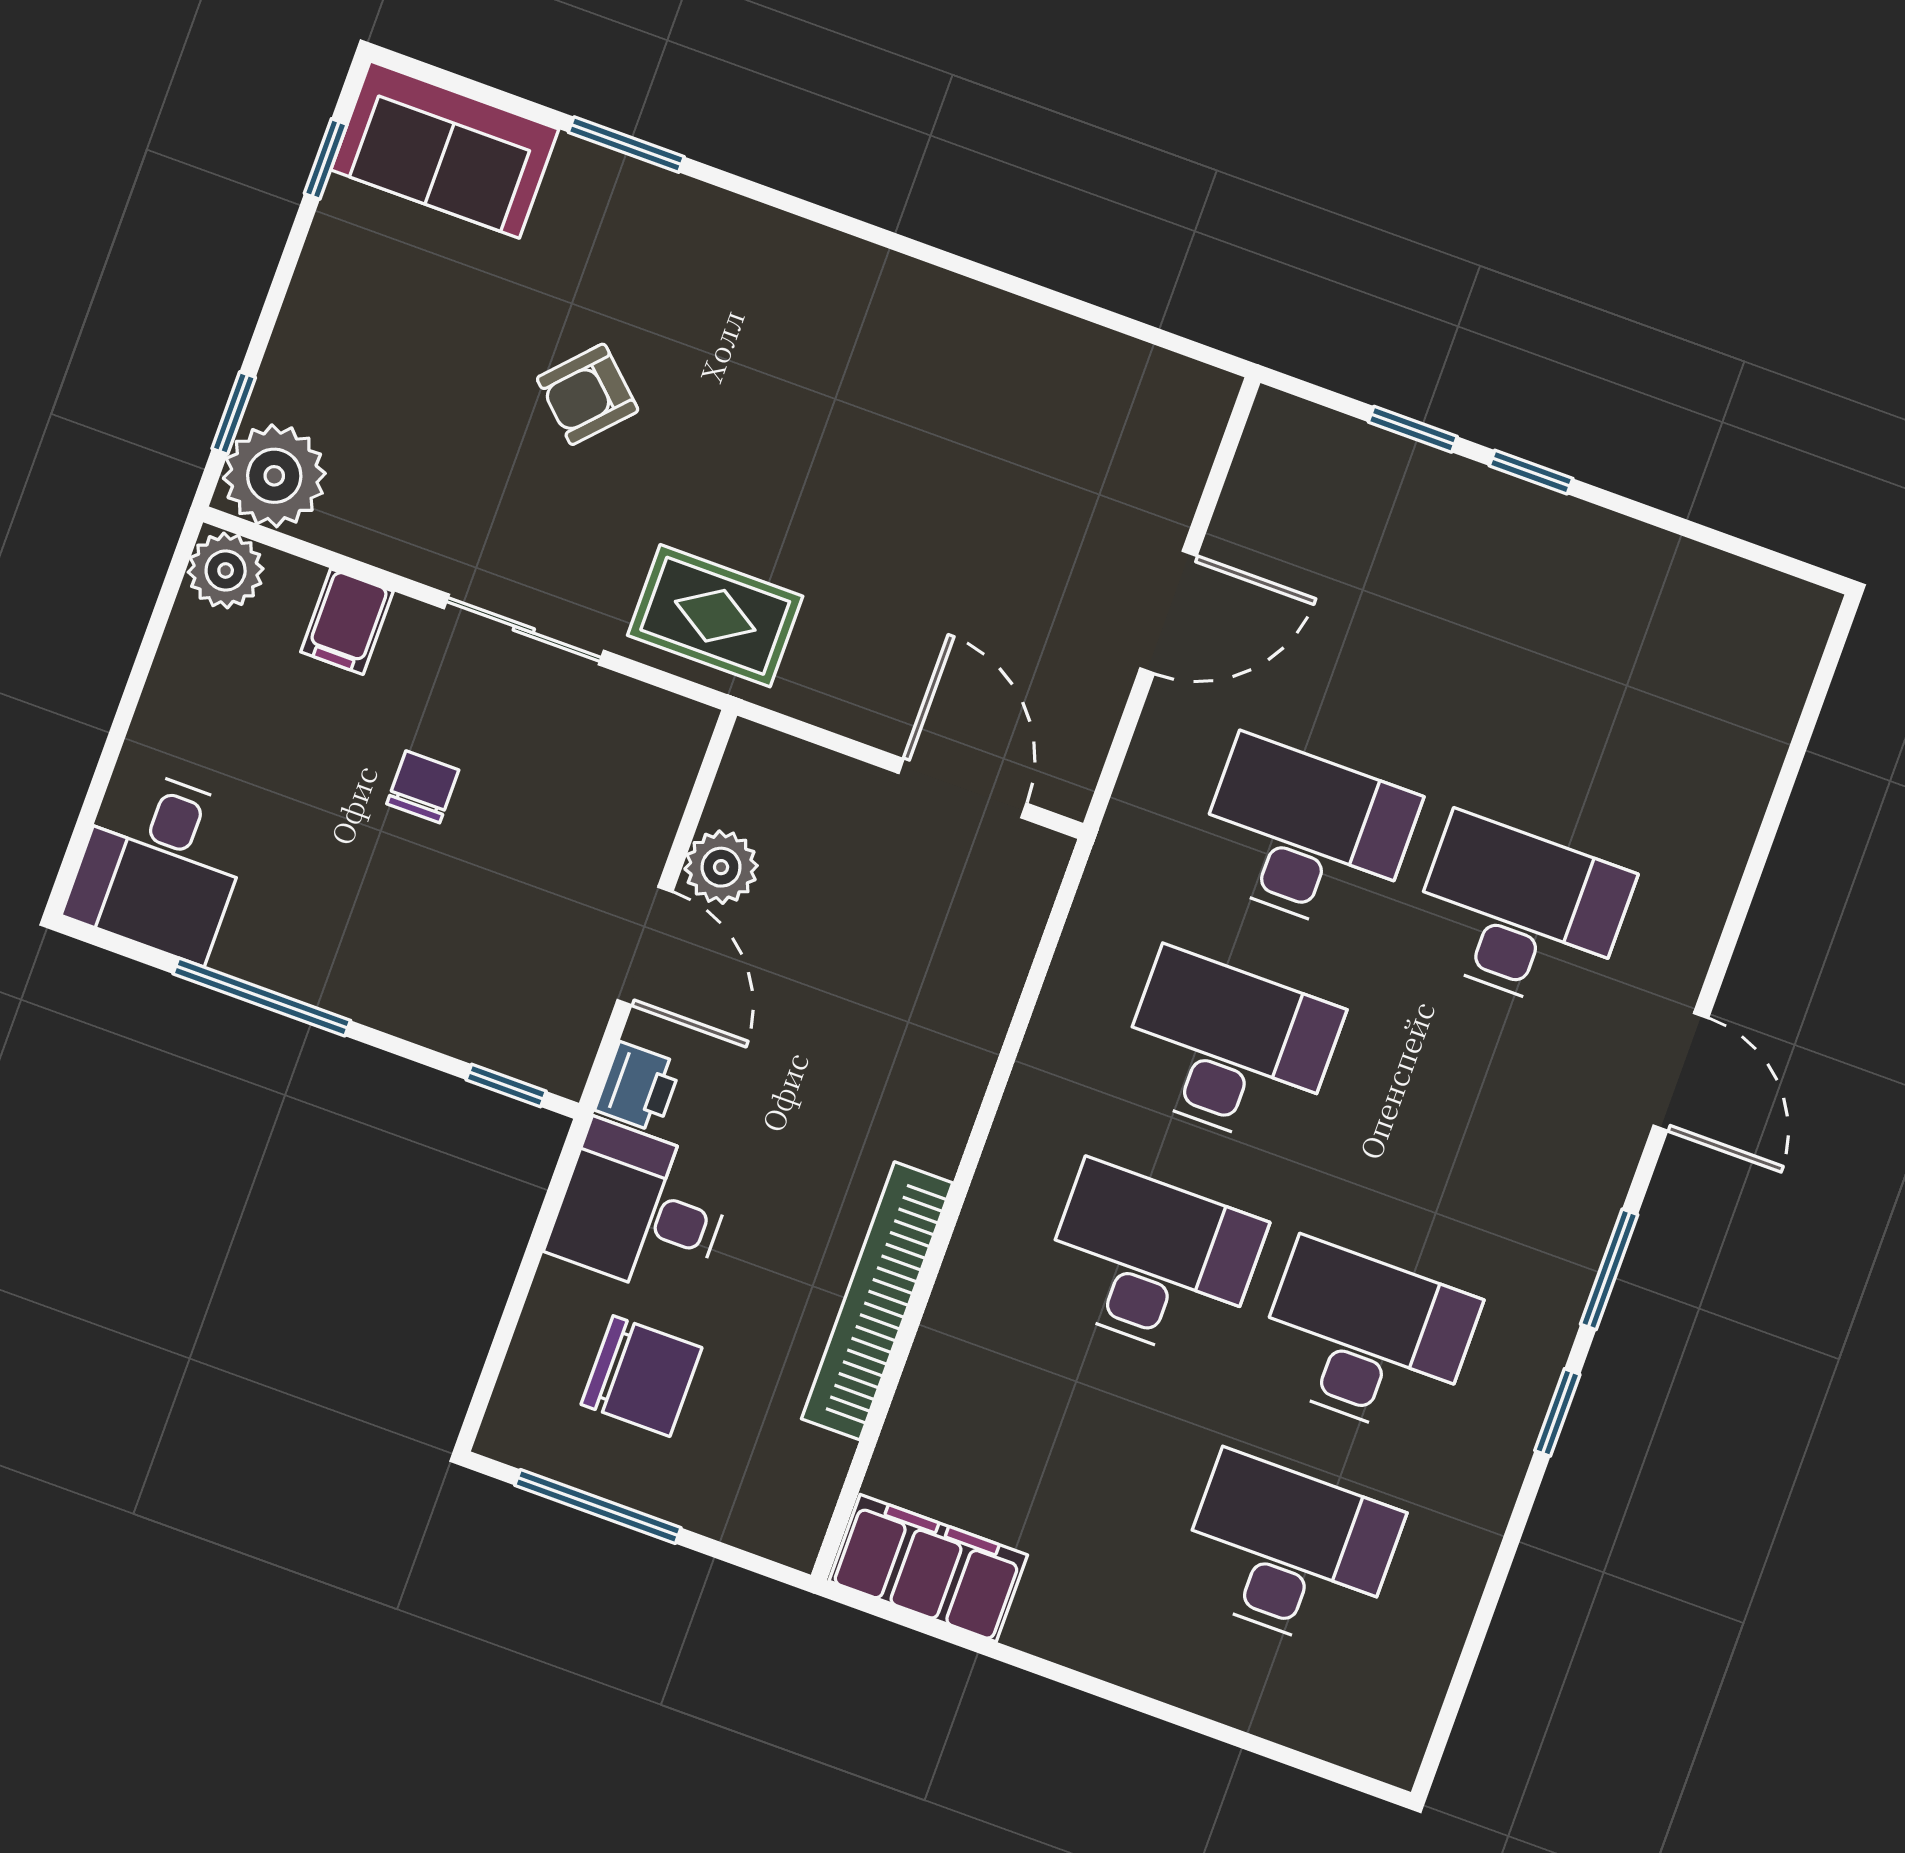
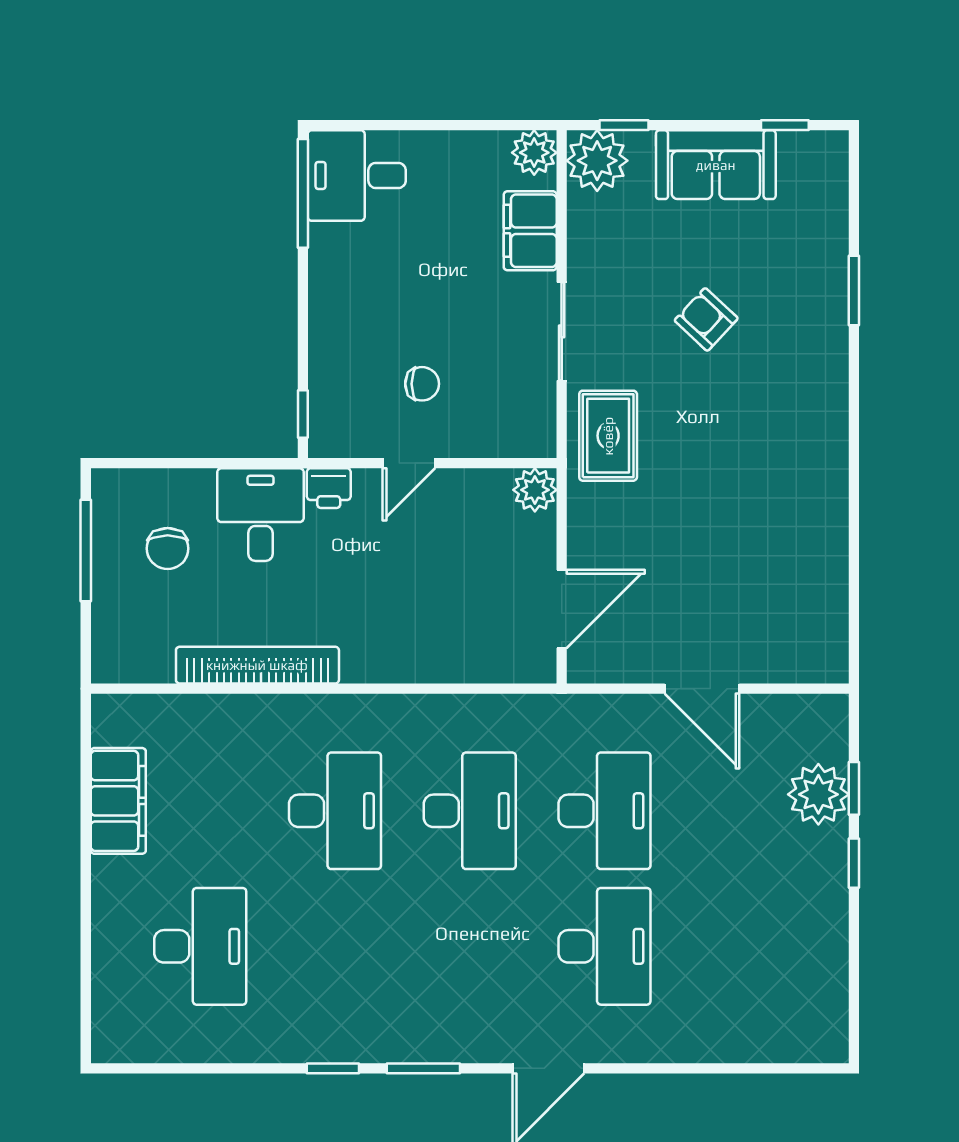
sofa: (445, 150) -> (716, 165), moved, turned -90
plant: (1402, 489) -> (818, 794), added
filing cabinet: (347, 622) -> (530, 231), width x2.00
chair: (423, 787) -> (422, 384), moved
plant: (721, 867) -> (535, 490), moved
door: (645, 946) -> (409, 463), width x0.73
window: (262, 997) -> (303, 193), moved
desk: (1366, 1339) -> (335, 946), removed
chair: (641, 1376) -> (168, 548), width x0.73, depth x0.73
filing cabinet: (928, 1568) -> (118, 801), moved

